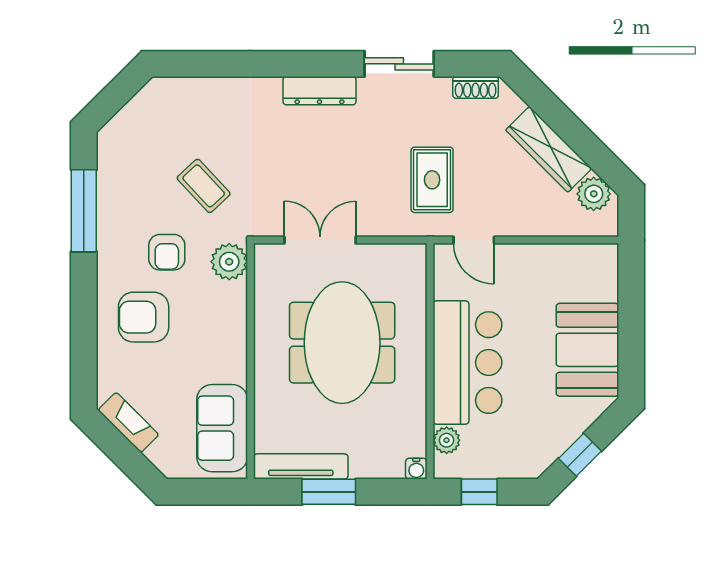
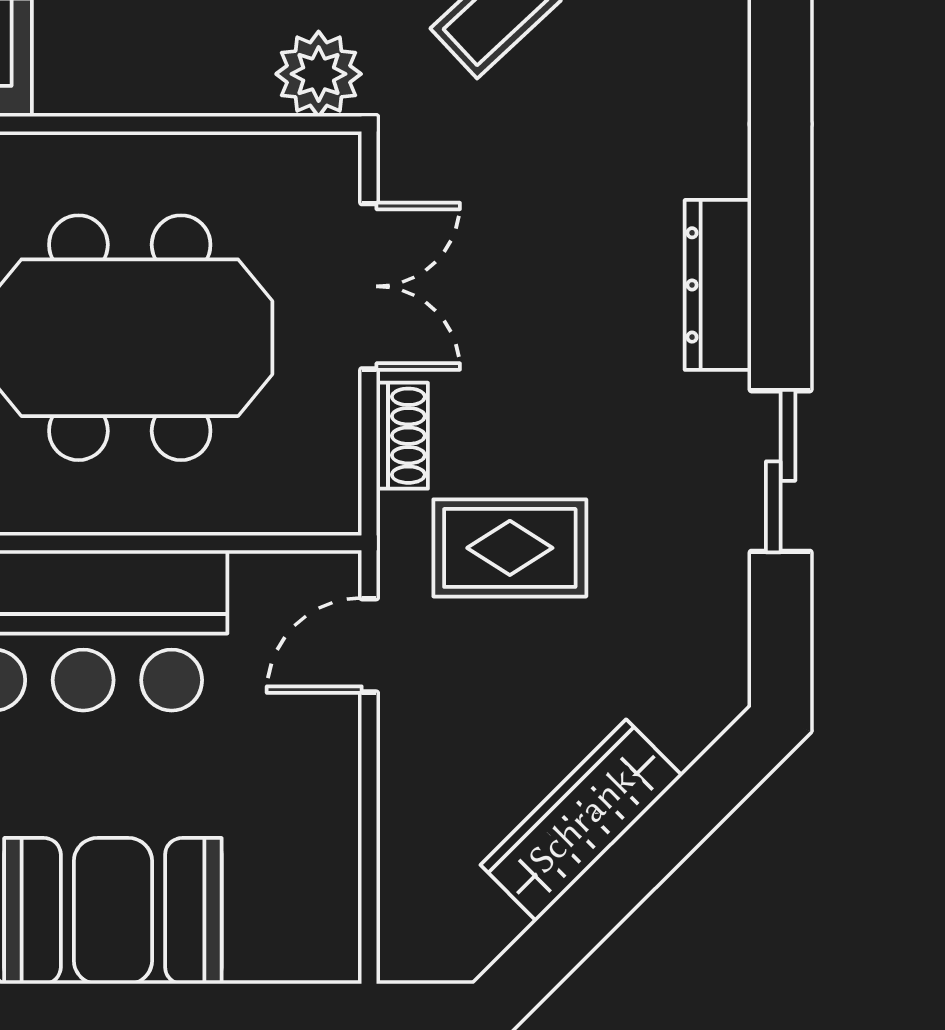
shoe rack: (476, 87) -> (402, 436), moved, turned 180
plant: (594, 194) -> (477, 925), removed

